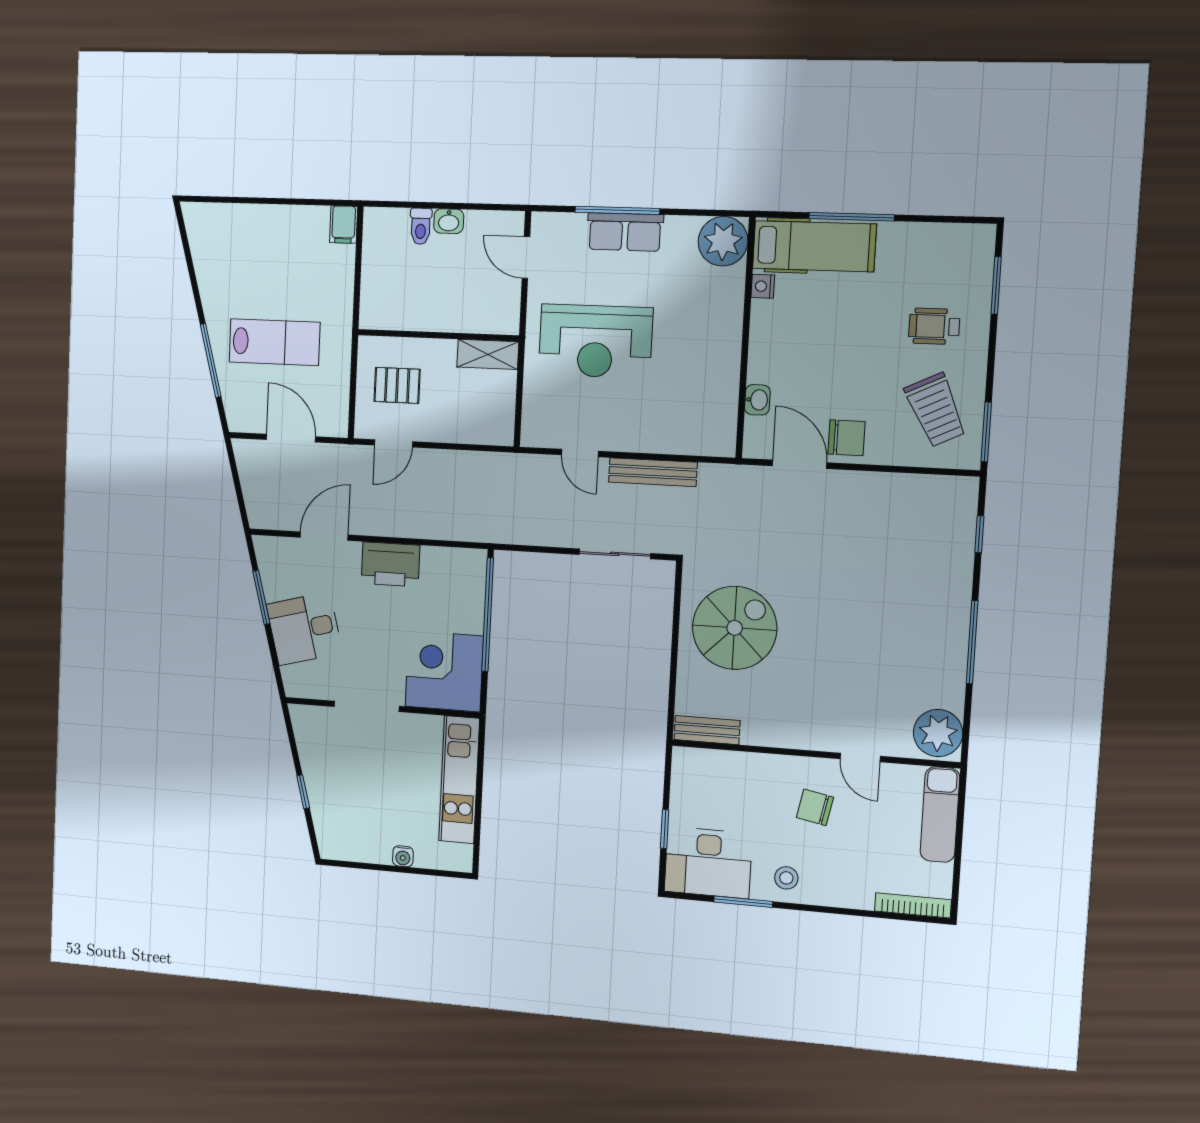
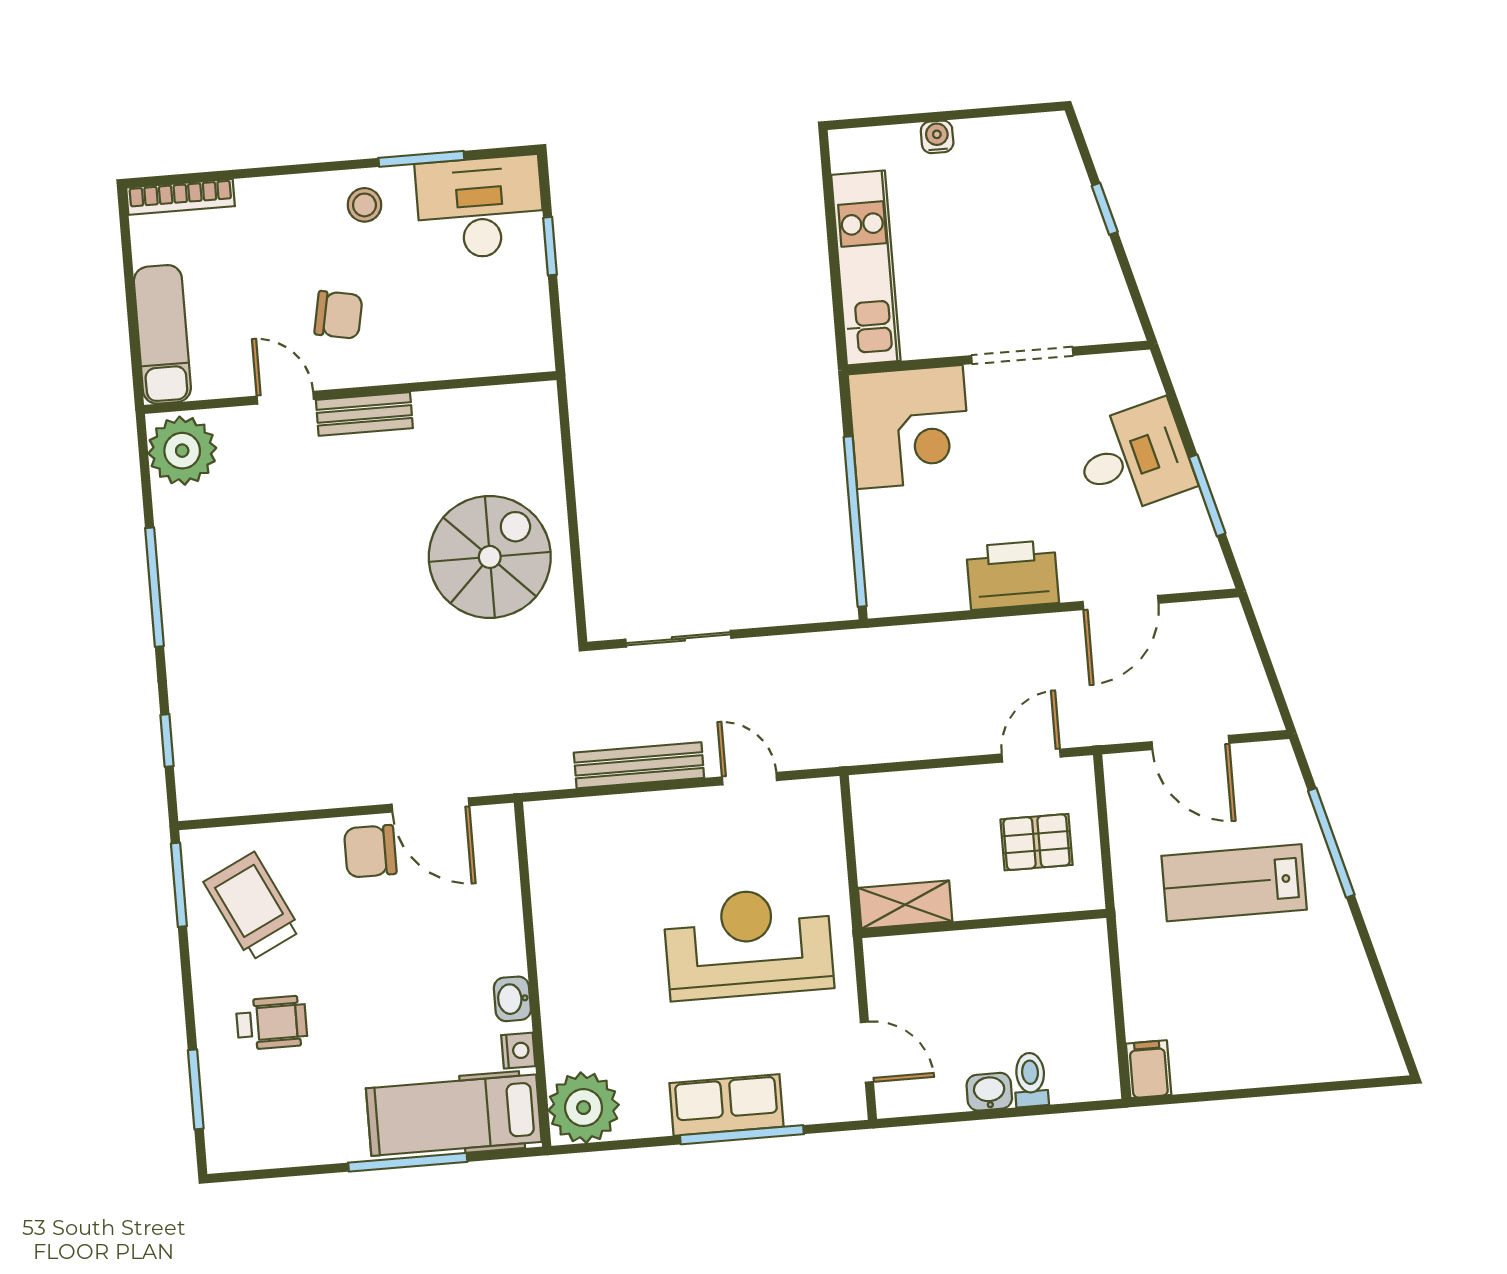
washbasin: (757, 400) -> (512, 999), moved
spiral stairs: (735, 628) -> (490, 557), turned 180
bench: (707, 730) -> (364, 414), moved

